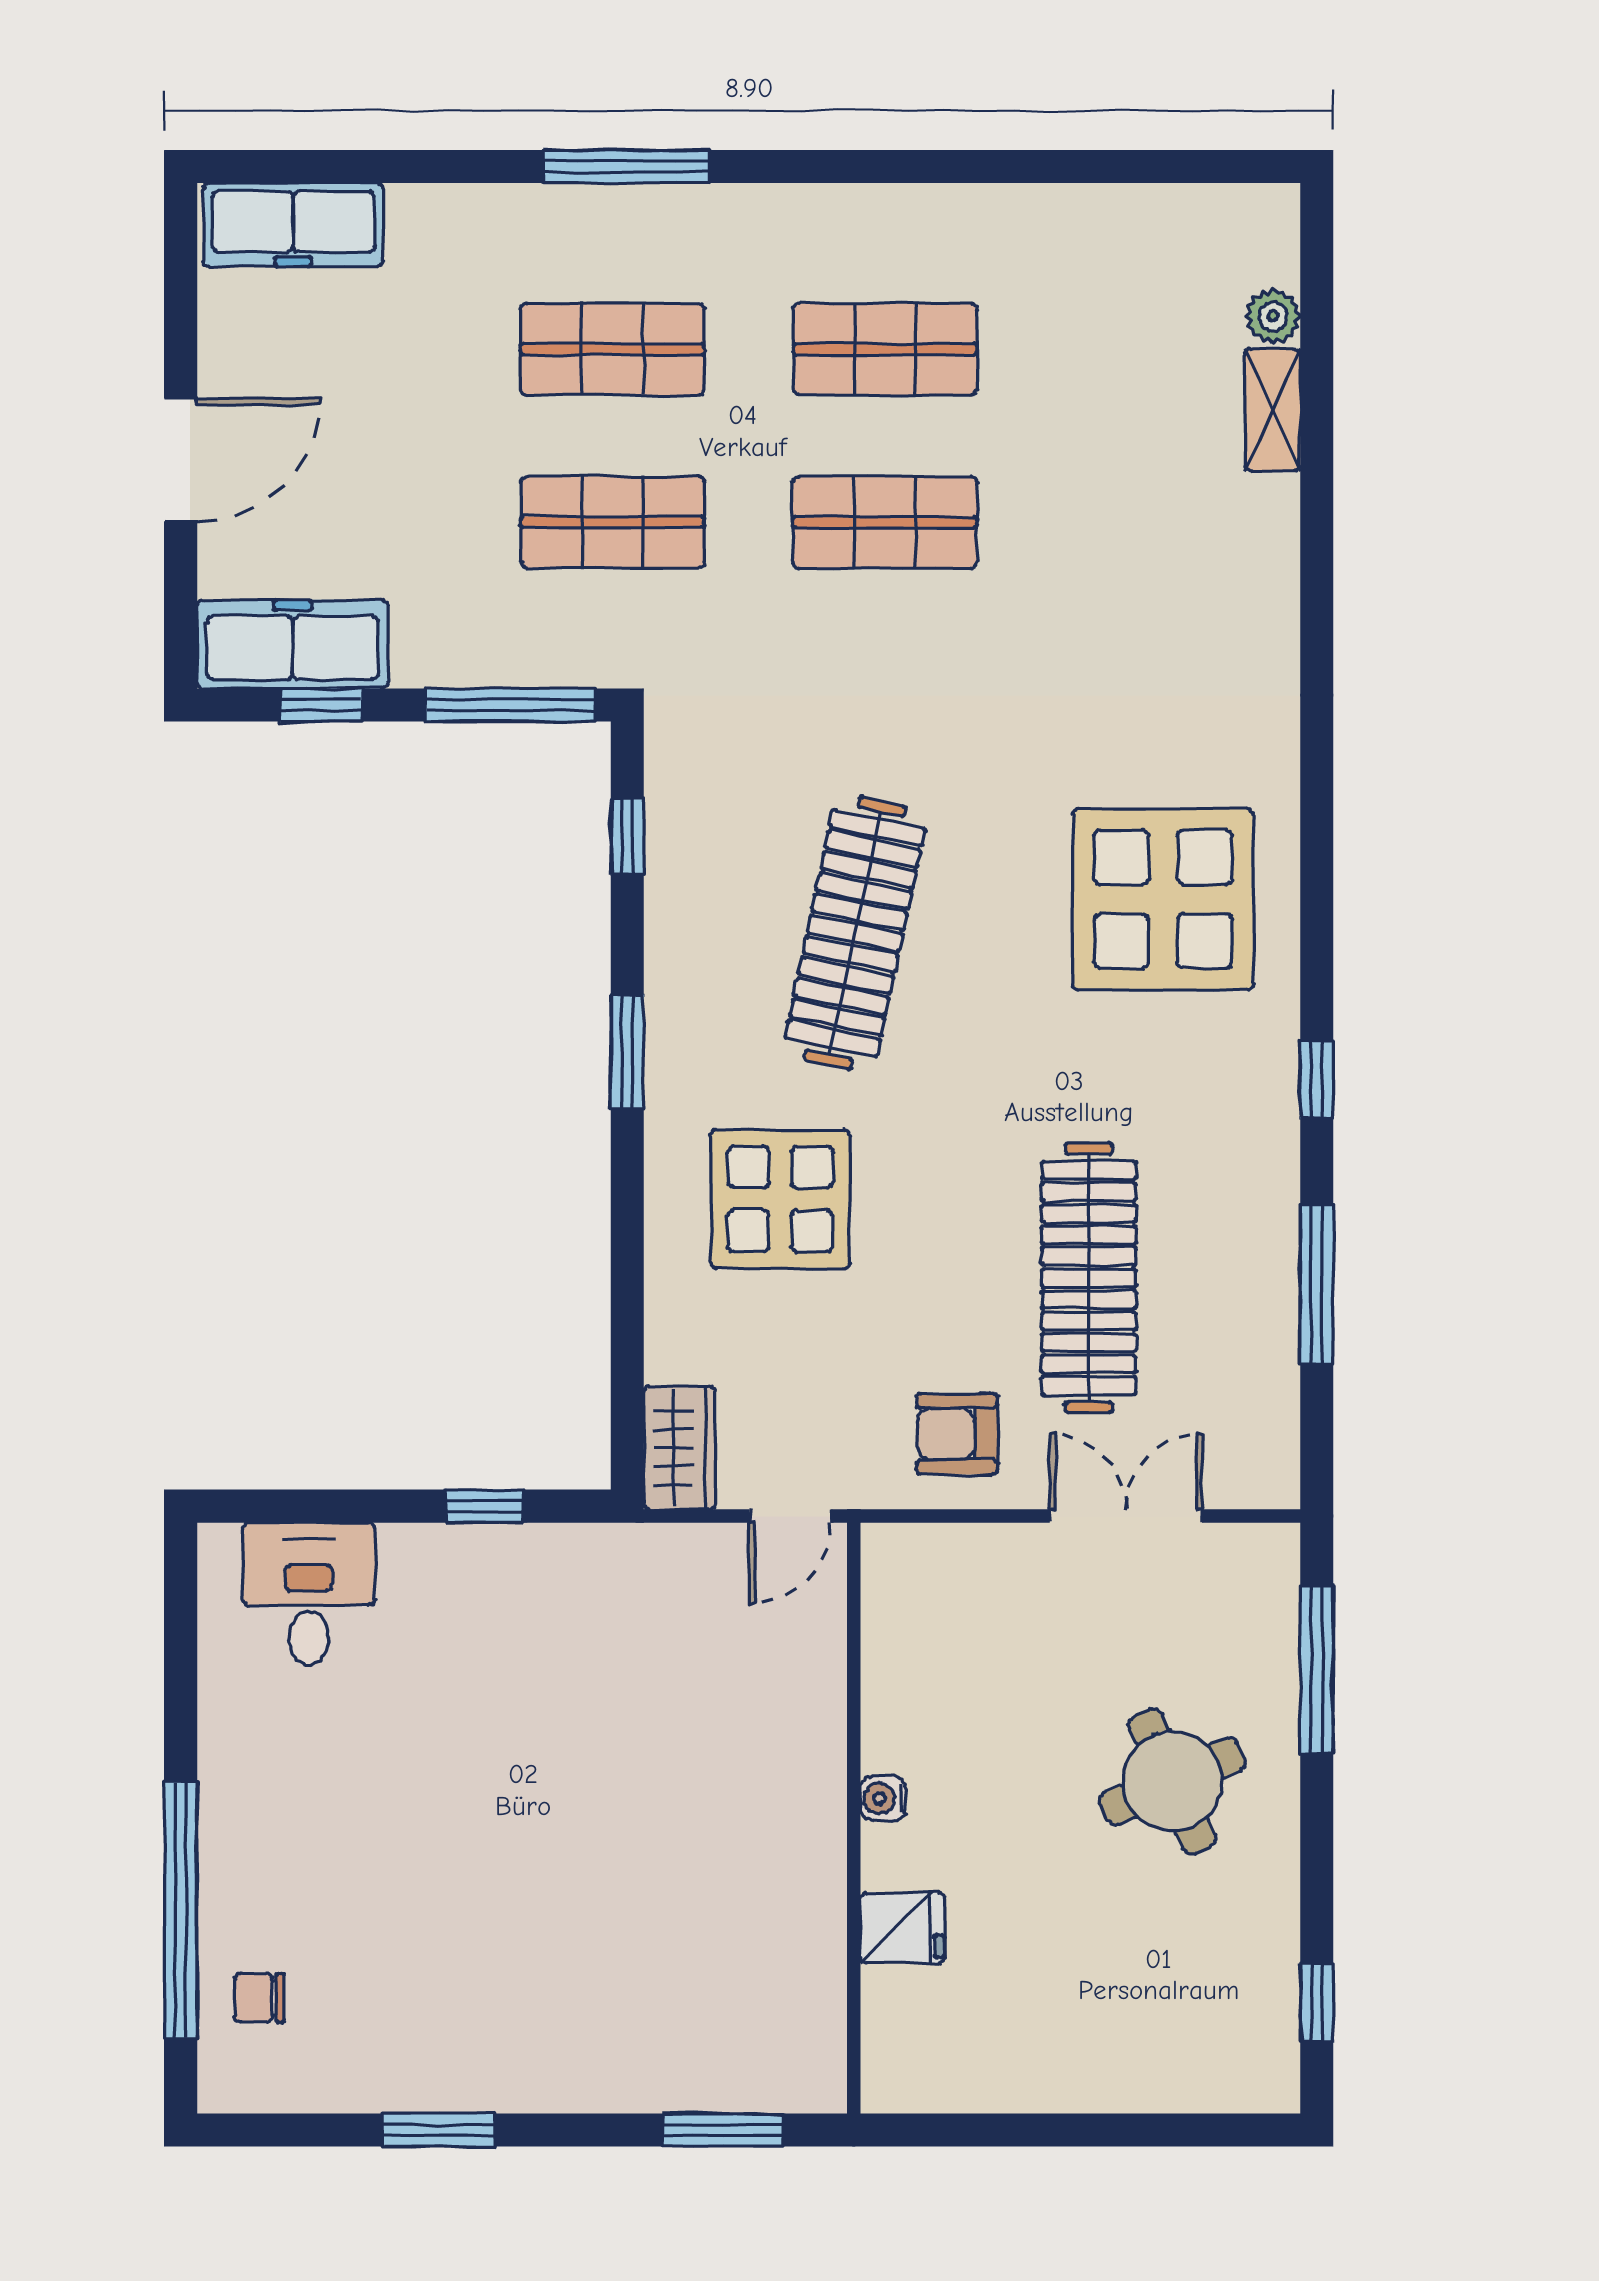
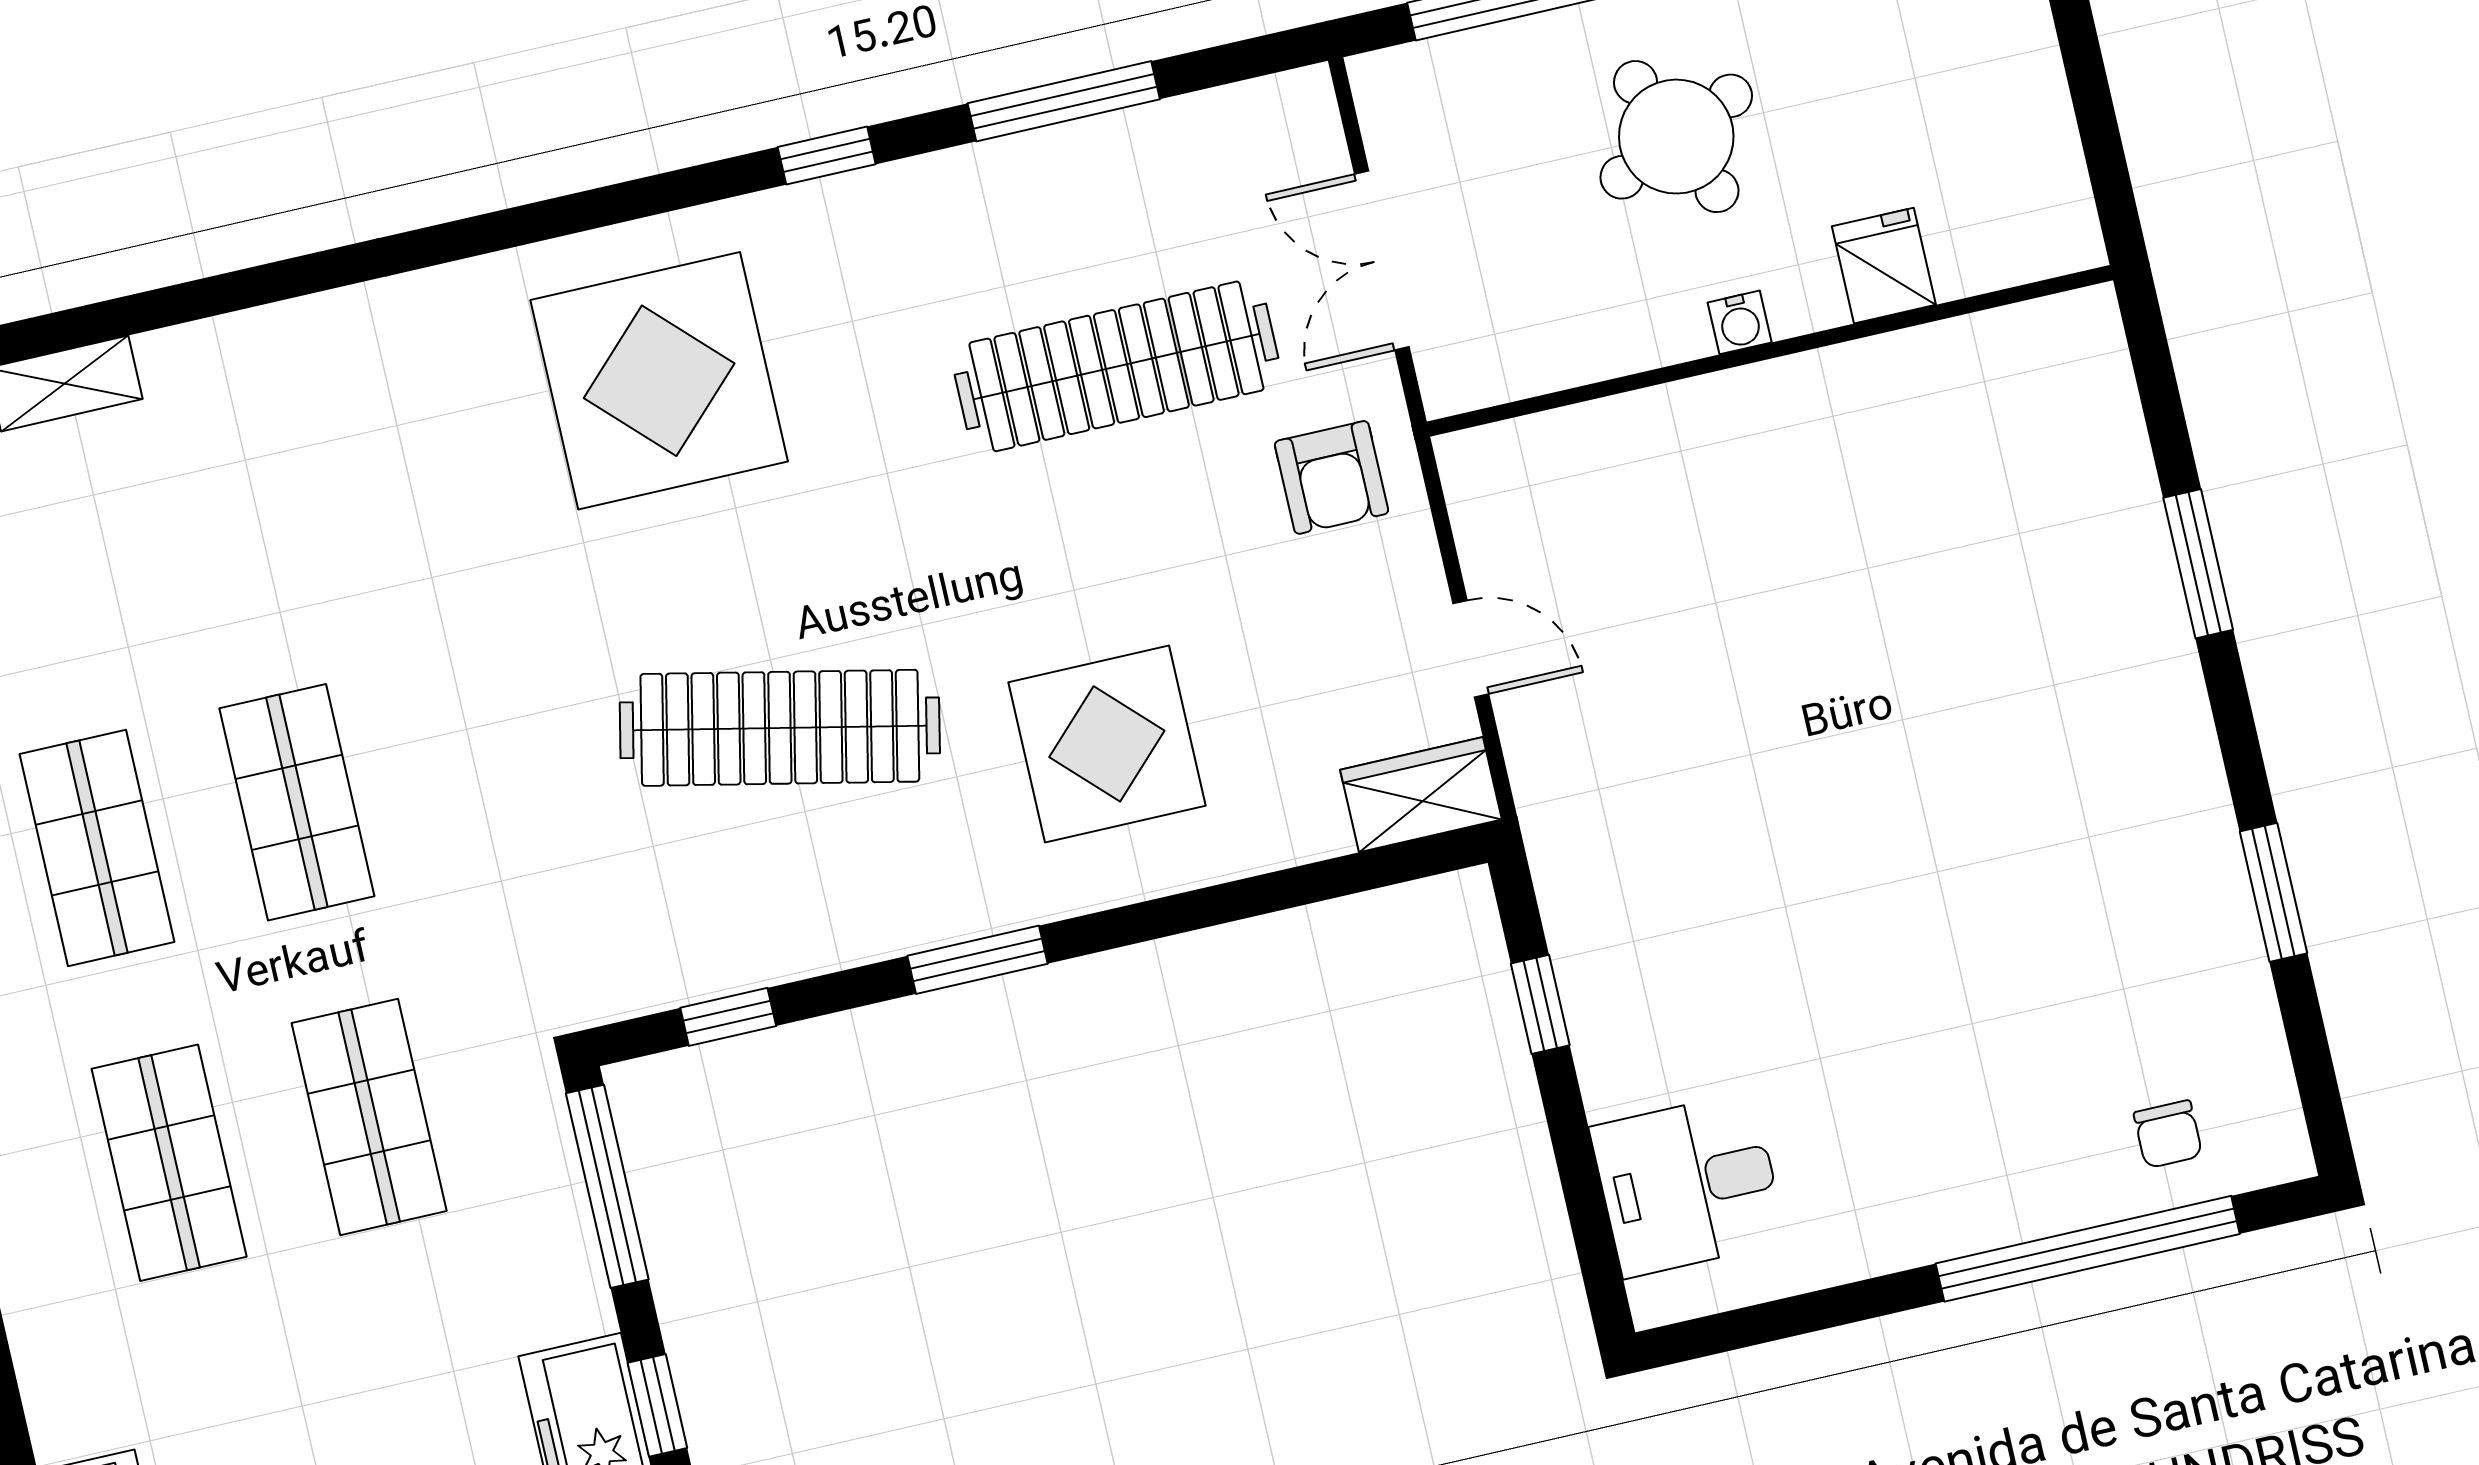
water cooler: (883, 1799) -> (1740, 322), moved
wall: (854, 1818) -> (1770, 351), moved
fridge: (902, 1928) -> (1884, 266), moved

